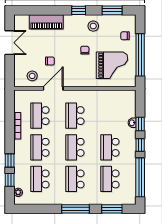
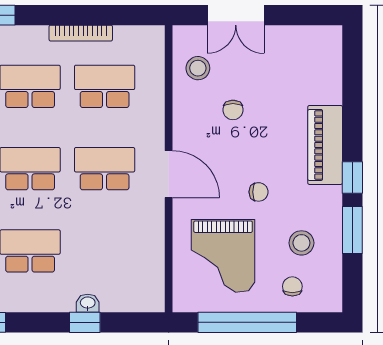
window: (112, 10) -> (352, 230), moved
piano: (46, 22) -> (325, 145), moved
stool: (93, 26) -> (301, 243), moved
double door: (10, 43) -> (236, 15), moved
door: (53, 88) -> (169, 174), moved
window: (140, 145) -> (35, 322), removed

